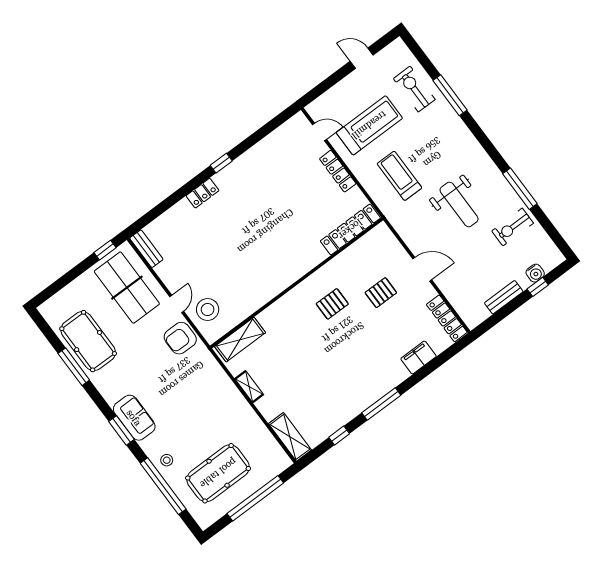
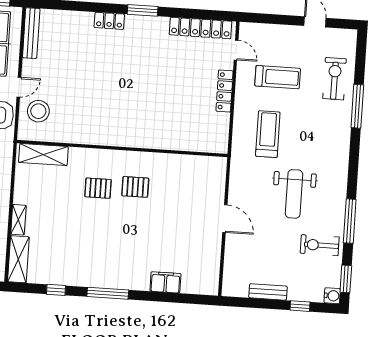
treadmill: (369, 125) -> (278, 77), width x0.73, depth x0.73
window: (221, 163) -> (143, 10), width x1.50
locker: (350, 229) -> (201, 28), moved, turned 180
window: (555, 236) -> (346, 279), added
bench: (146, 249) -> (31, 33), width x1.36
water cooler: (535, 273) -> (332, 296), moved, turned -90
pallet: (381, 293) -> (98, 188), moved
locker: (447, 318) -> (212, 271), removed
shelving: (249, 387) -> (18, 220), moved

